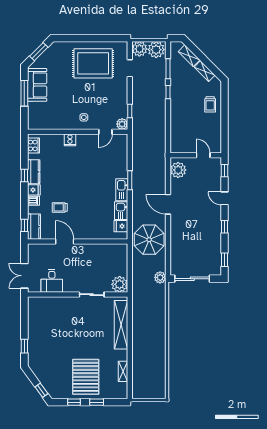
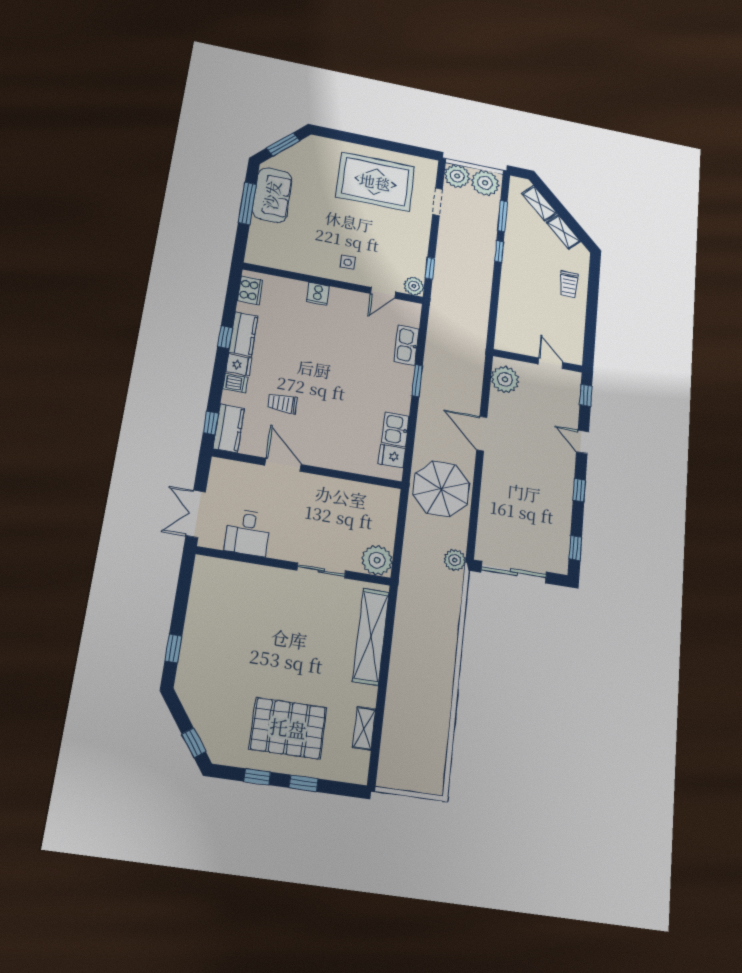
kitchen sink: (122, 190) -> (407, 345), moved
pallet: (86, 377) -> (288, 728), turned 90

